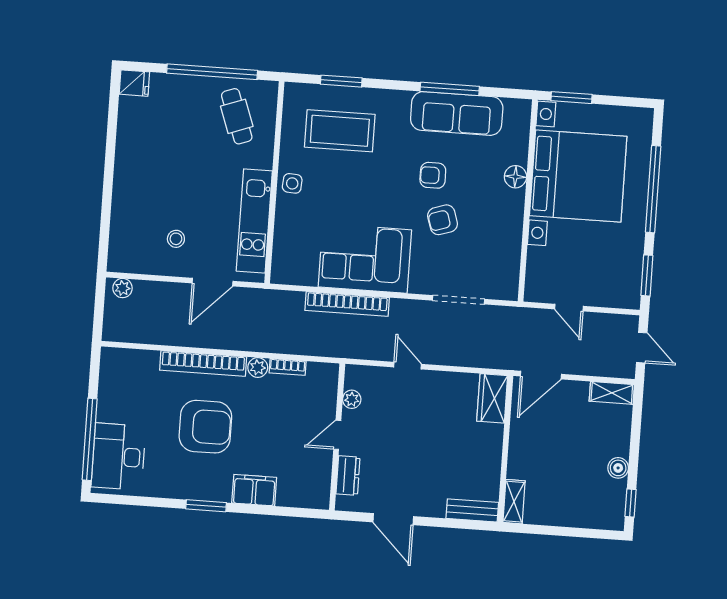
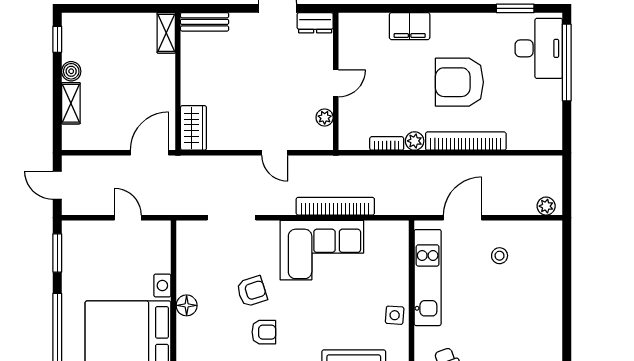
floor lamp: (515, 177) -> (187, 305), moved
shelving: (612, 393) -> (71, 103), moved, turned 90
dresser: (348, 476) -> (315, 23), moved, turned -90
window: (206, 506) -> (515, 8), moved

